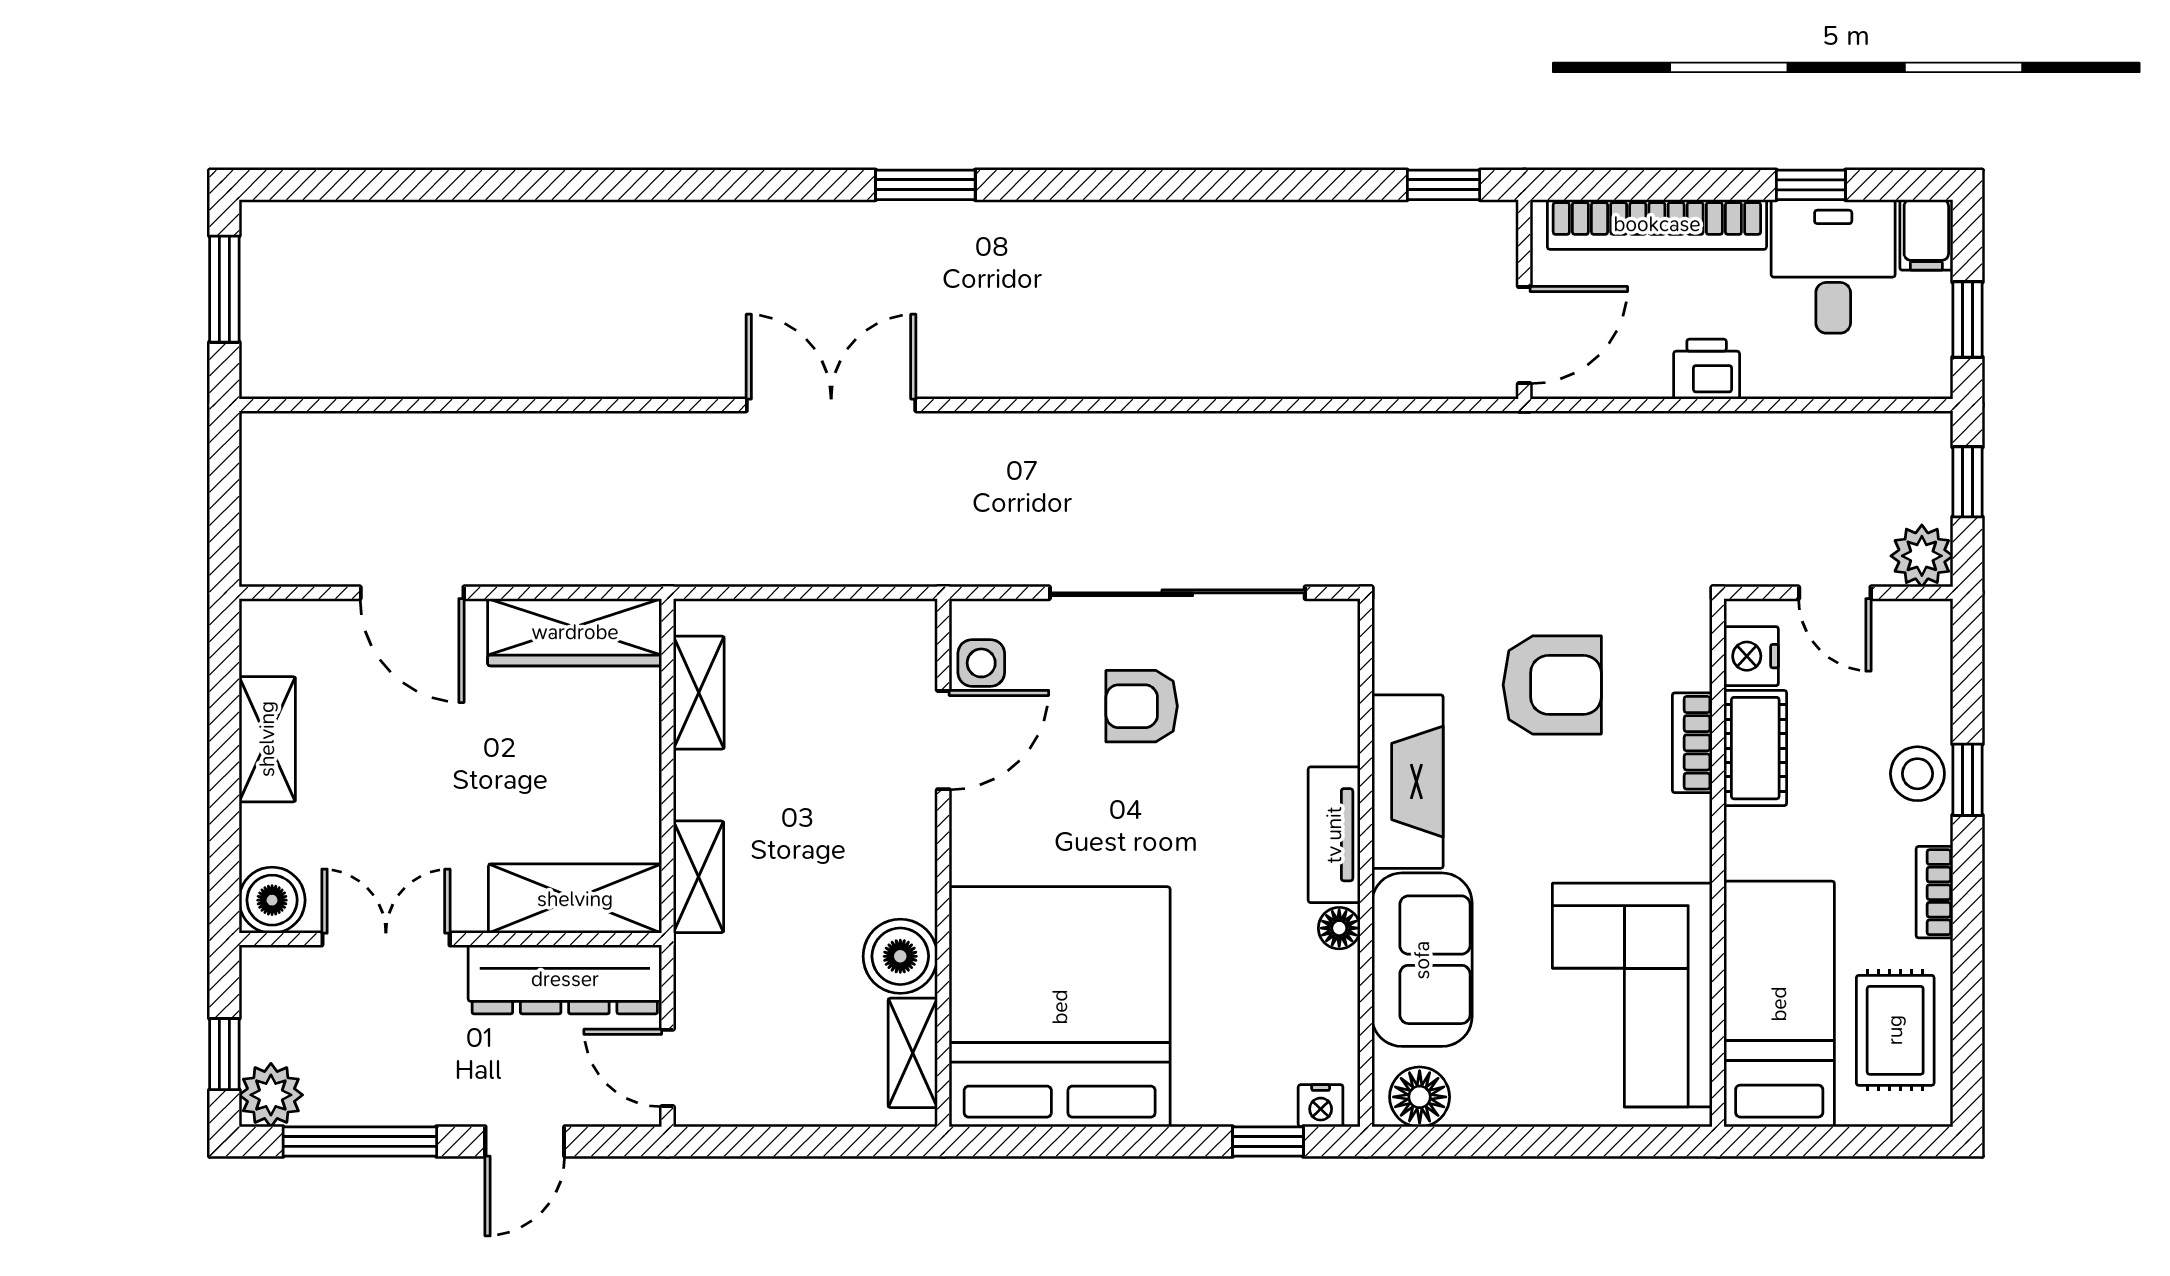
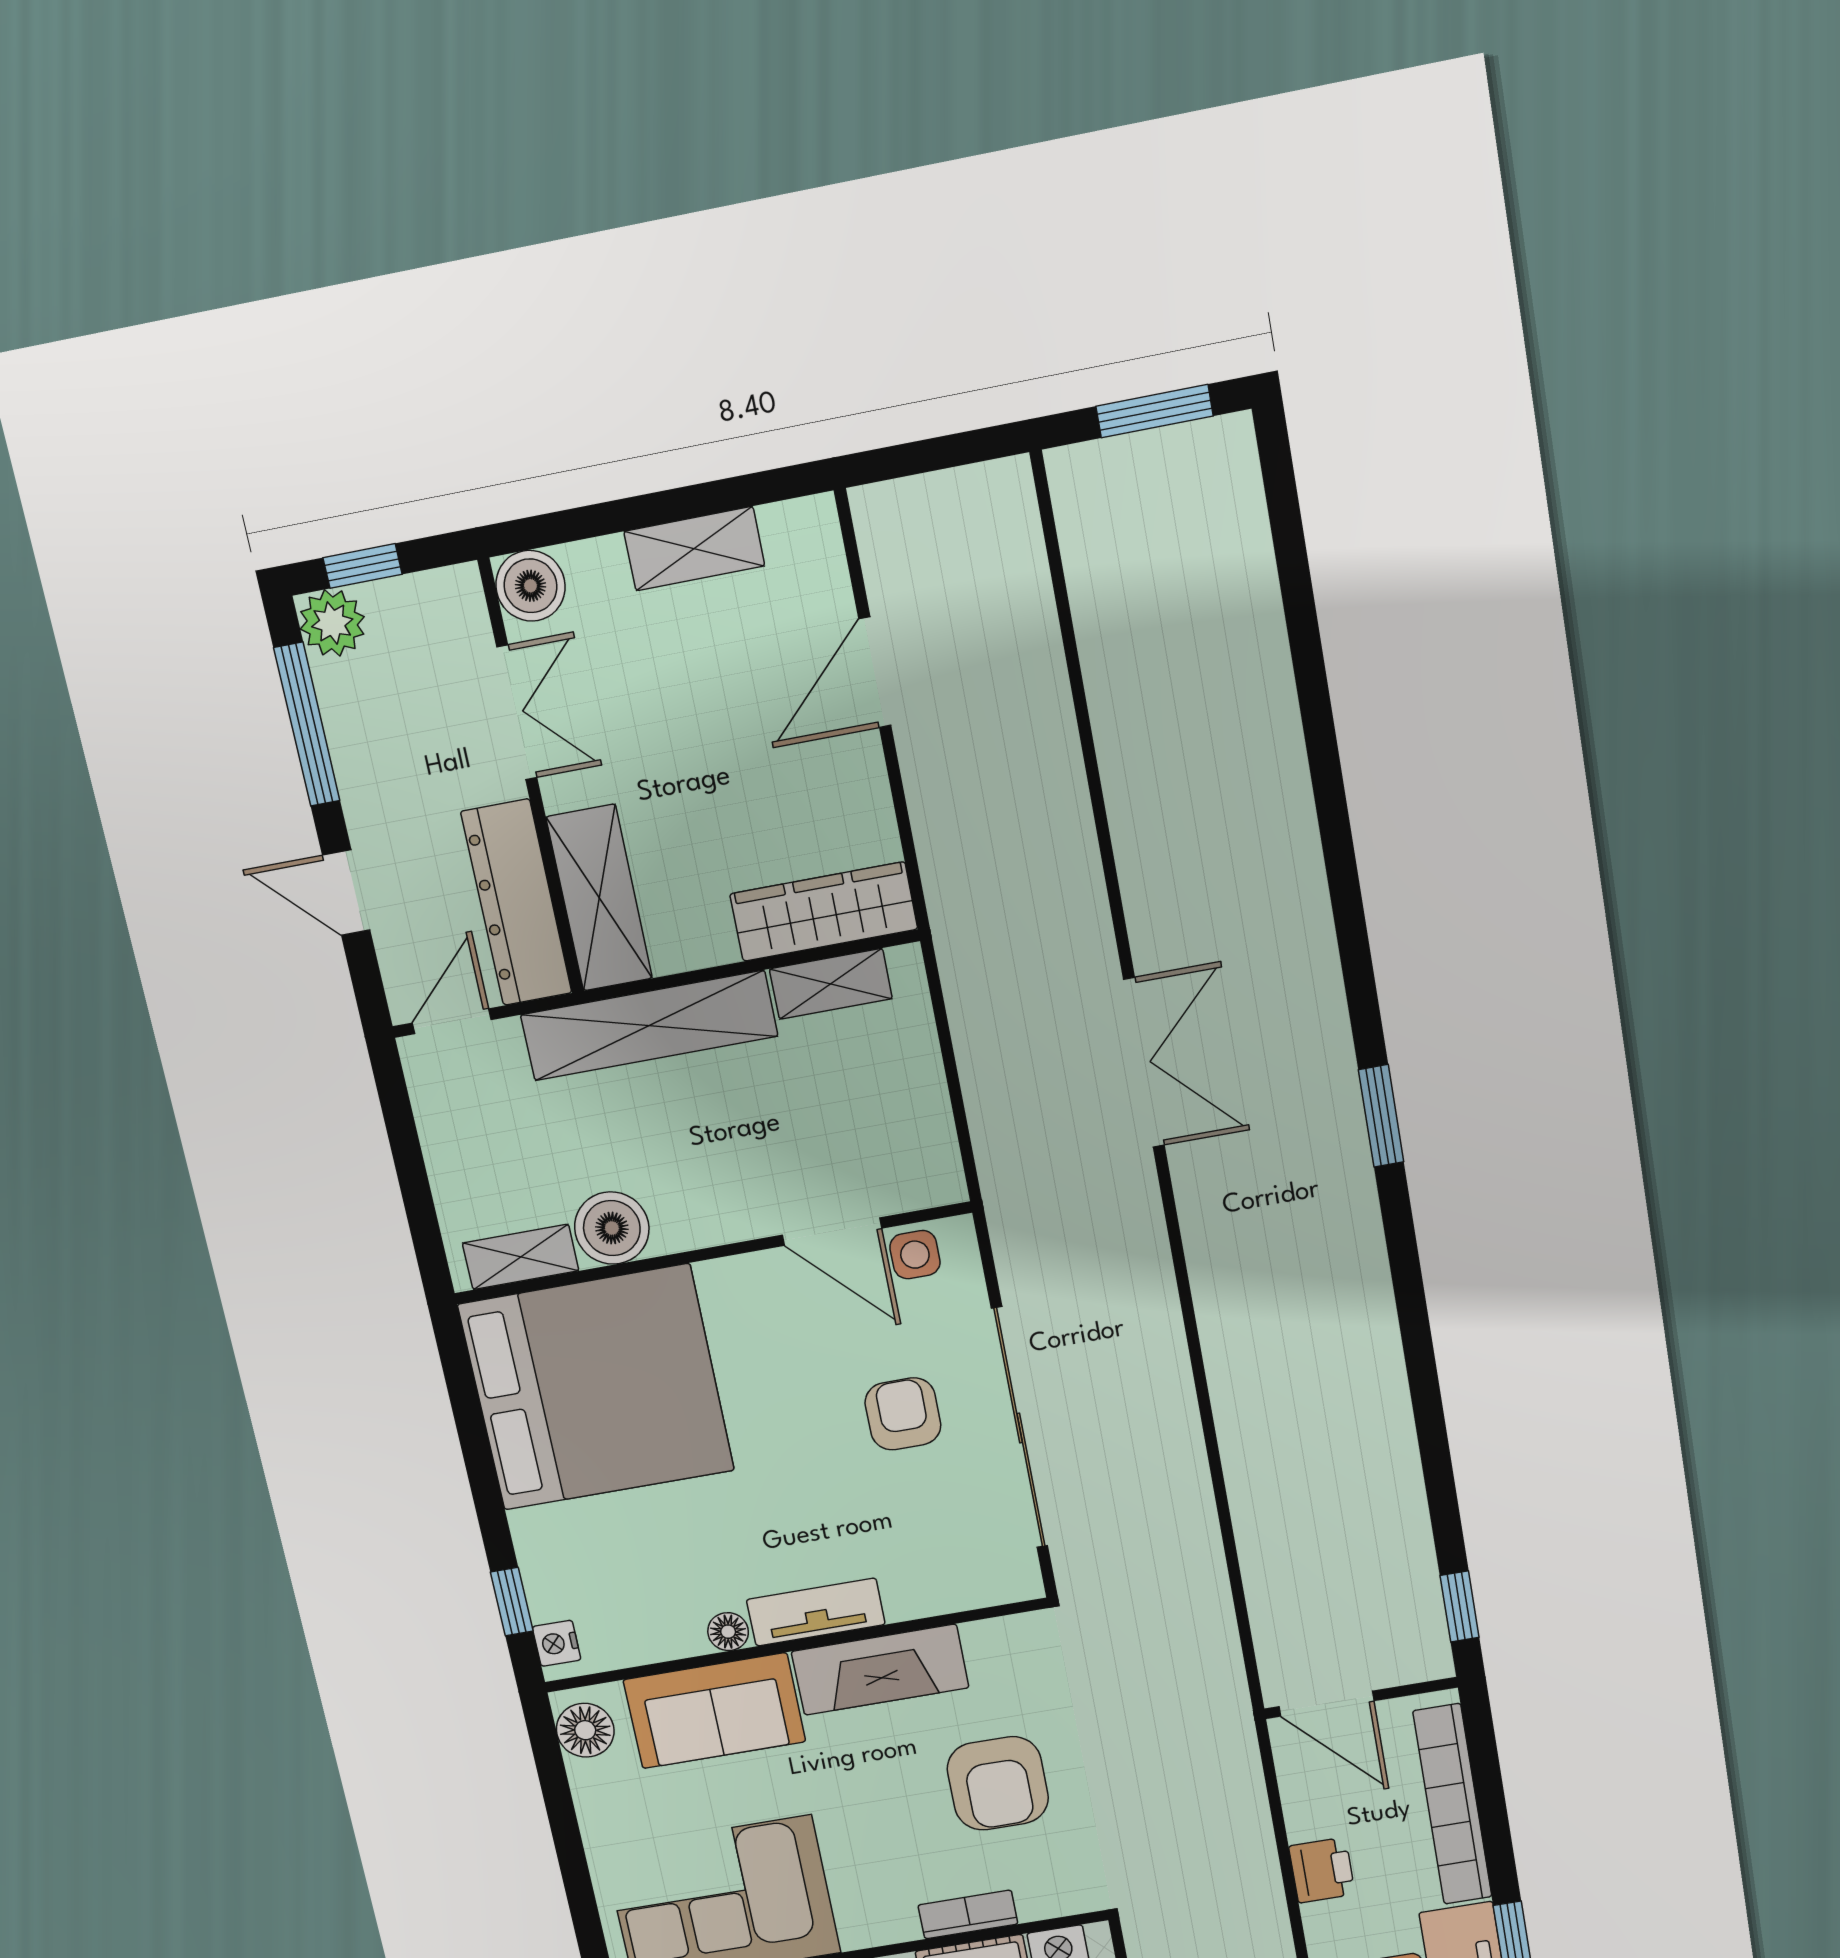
wardrobe: (575, 632) -> (824, 912), moved, turned 90
shelving: (698, 877) -> (649, 1026), width x2.20, depth x1.33

